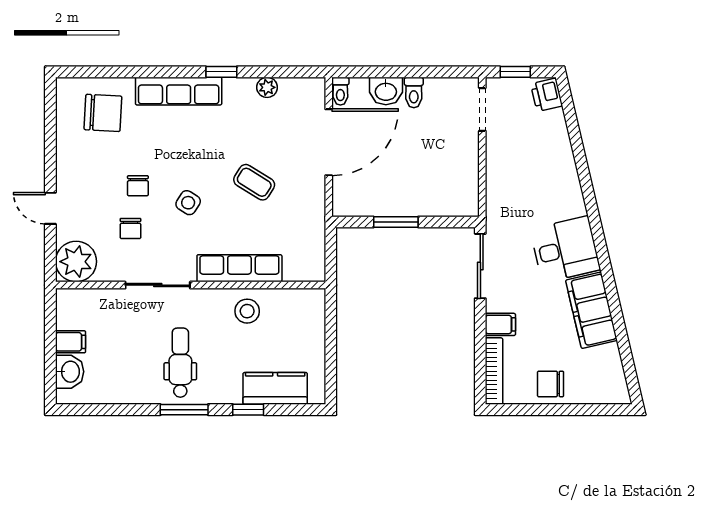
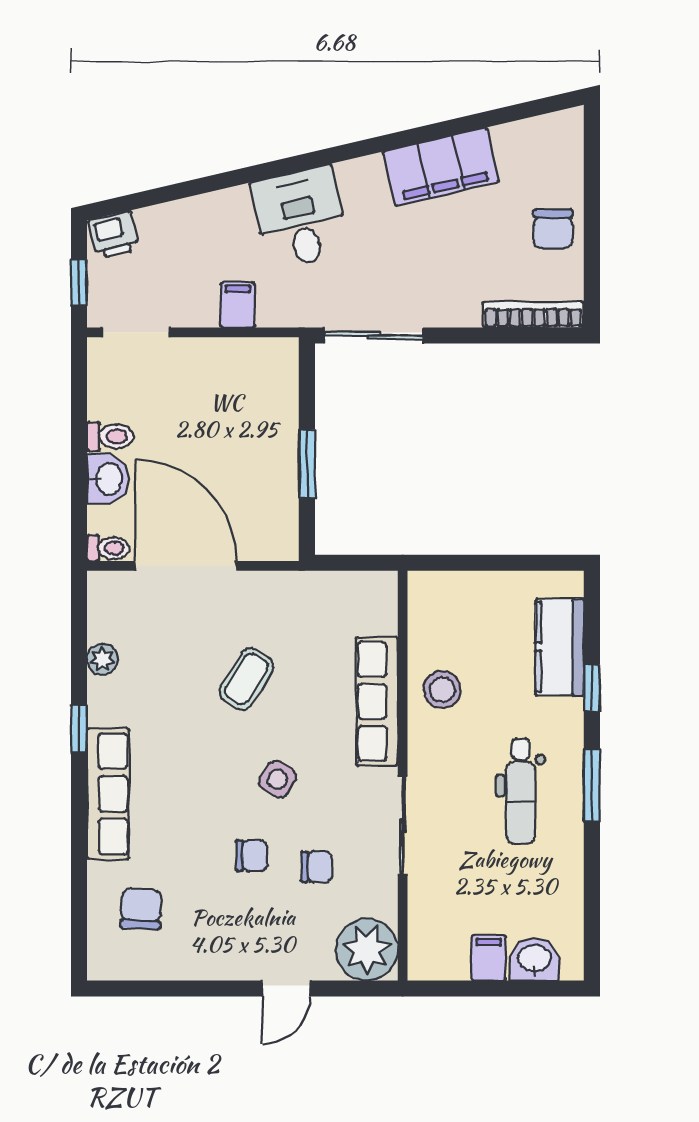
chair: (103, 113) -> (141, 909), width x0.73, depth x0.73
desk: (565, 249) -> (300, 218), moved
filing cabinet: (500, 324) -> (238, 305), moved
dental chair: (180, 363) -> (521, 791), turned -90

